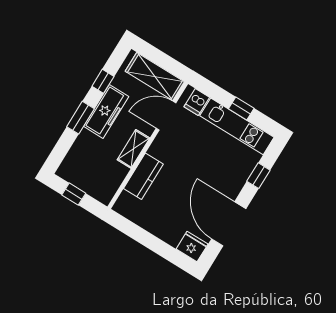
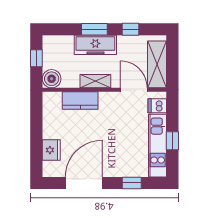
freezer: (106, 111) -> (95, 45), moved
boiler: (104, 192) -> (52, 79), added
fridge: (192, 247) -> (51, 150), moved

